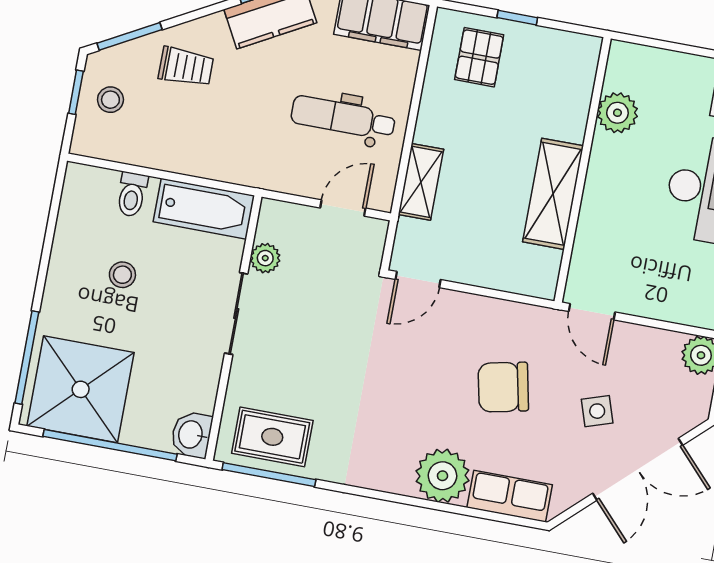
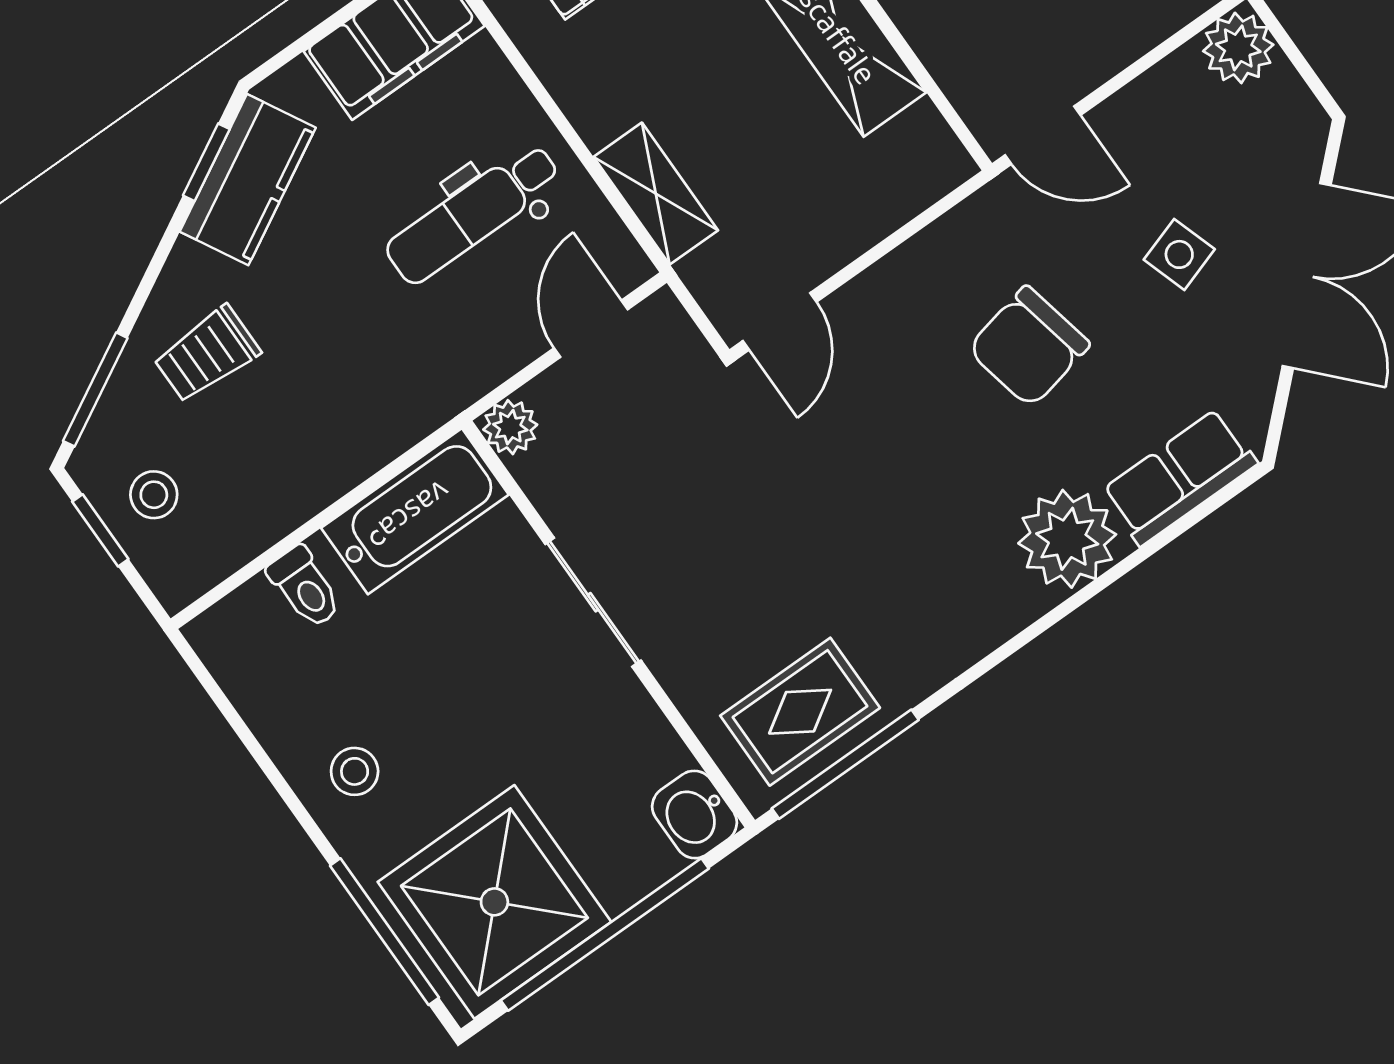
trolley: (186, 67) -> (207, 354), turned 180
plant: (265, 258) -> (510, 427), moved
stool: (122, 275) -> (355, 771), moved

